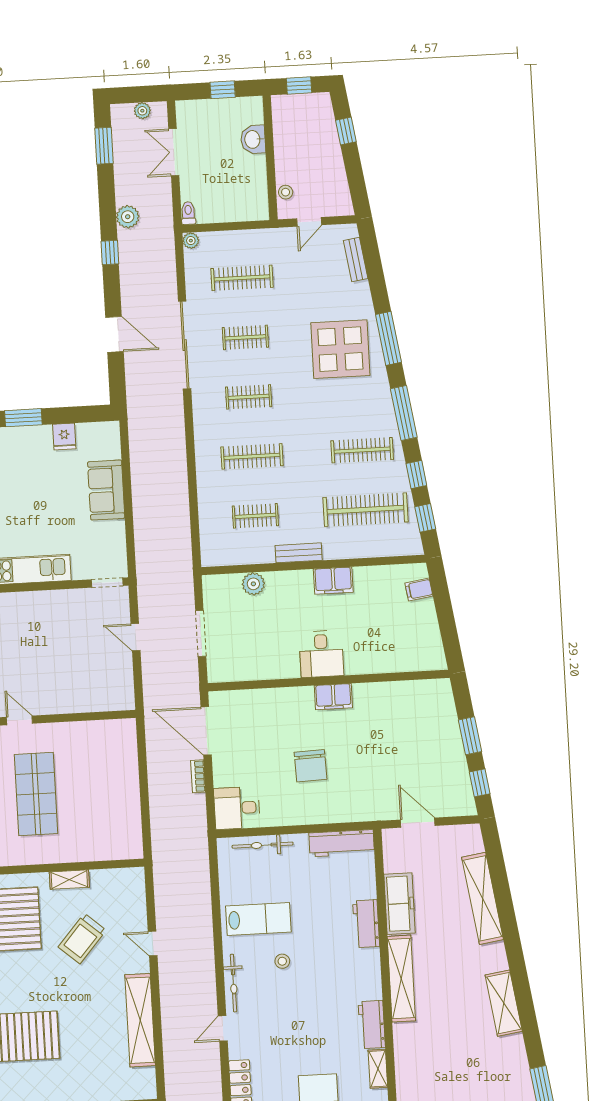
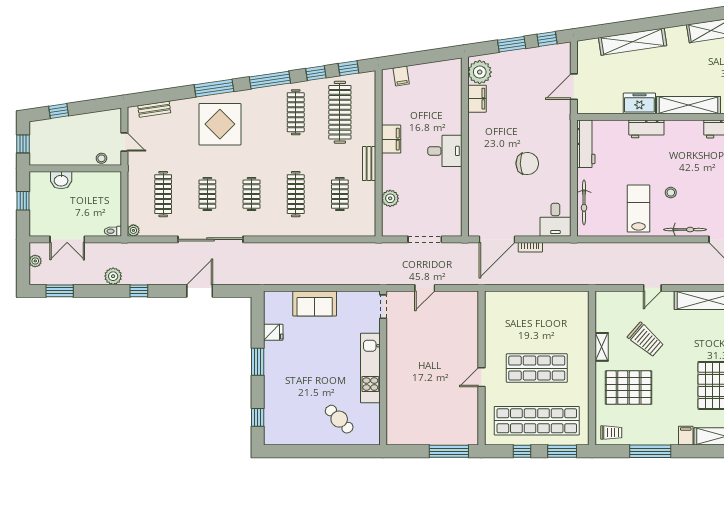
plant: (430, 695) -> (480, 72), added
filing cabinet: (333, 697) -> (477, 99), moved
freezer: (399, 904) -> (639, 103), width x0.71

